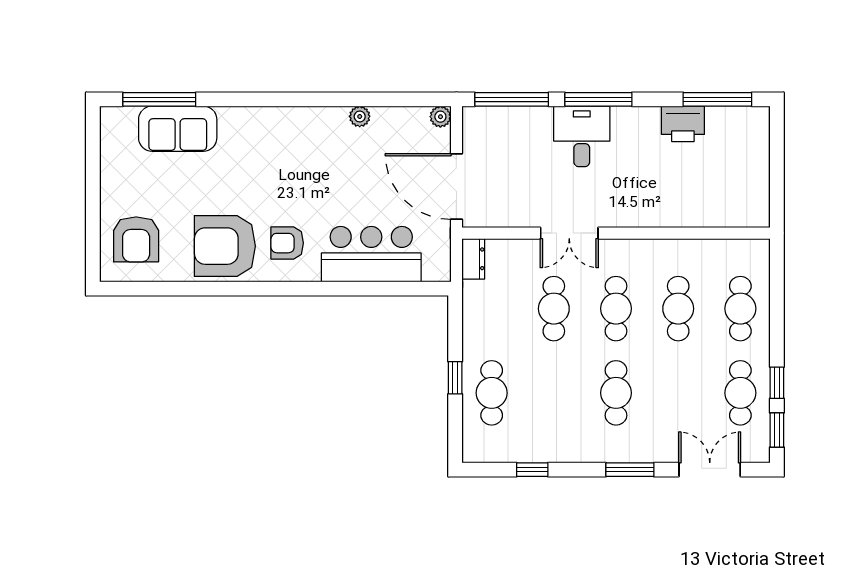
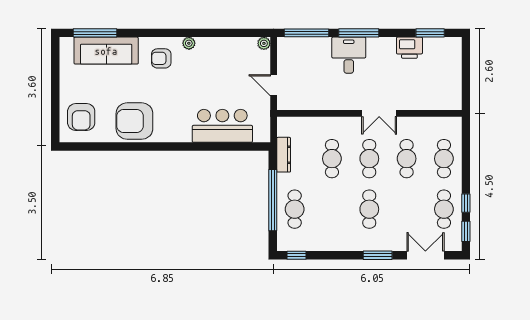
window: (717, 99) -> (430, 33), width x0.69
plant: (360, 116) -> (189, 43), moved
sofa: (178, 129) -> (106, 51), width x1.36
door: (456, 187) -> (274, 85), width x0.53
double door: (569, 233) -> (379, 113), moved
armchair: (287, 243) -> (161, 58), moved
dresser: (473, 259) -> (284, 155), moved, width x1.44
window: (455, 378) -> (273, 200), width x3.17
window: (532, 470) -> (297, 255), moved

